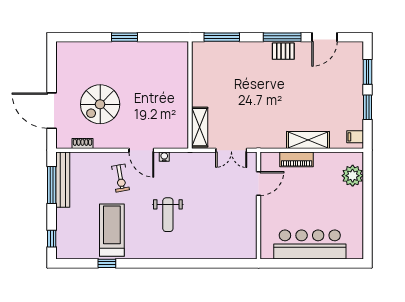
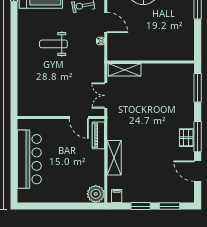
door: (141, 150) -> (106, 22), swing flipped
piano: (297, 159) -> (98, 135), moved
plant: (353, 176) -> (96, 194), moved

